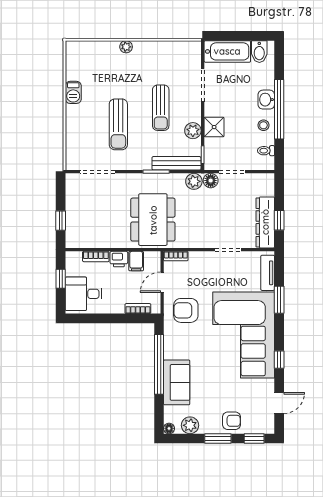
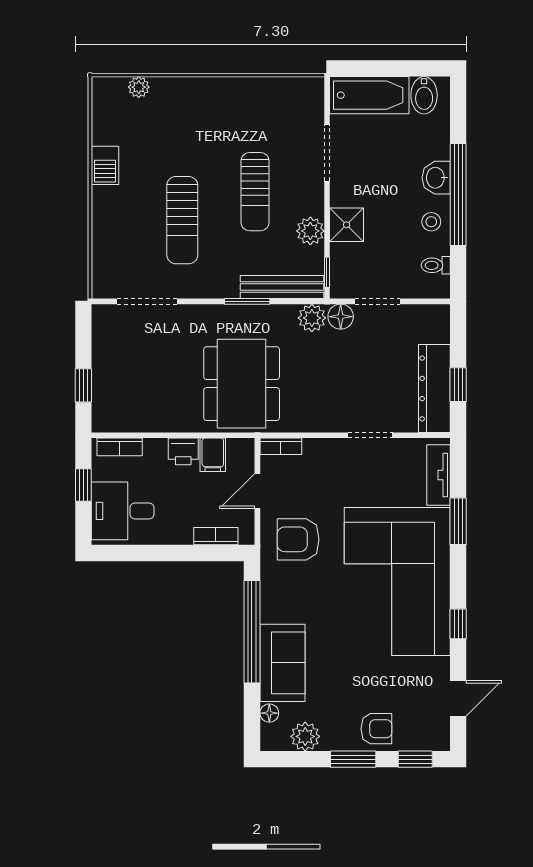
plant: (126, 47) -> (139, 87), moved
bookcase: (96, 257) -> (120, 447), moved
floor lamp: (169, 428) -> (269, 713), moved

